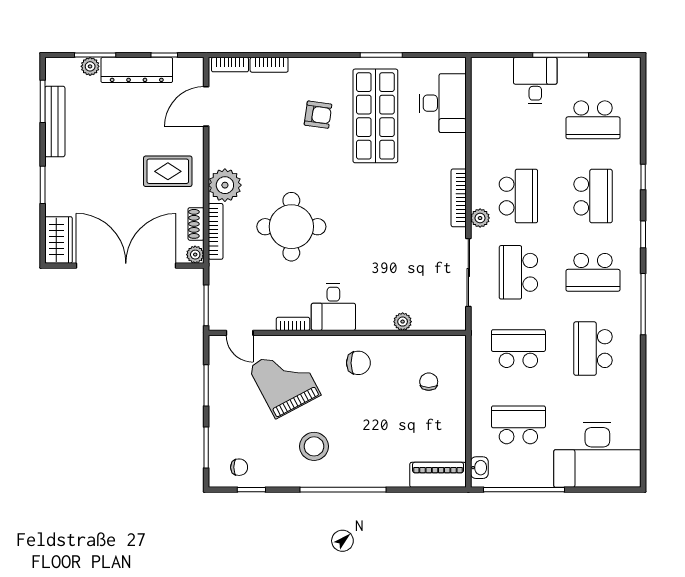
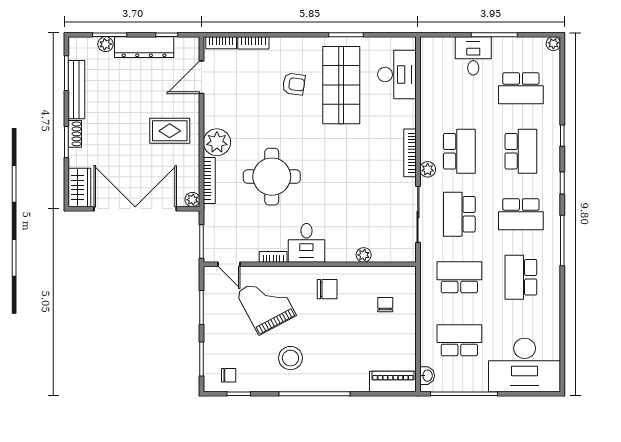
plant: (632, 66) -> (553, 44), added
shoe rack: (196, 224) -> (75, 134), moved, turned 180

